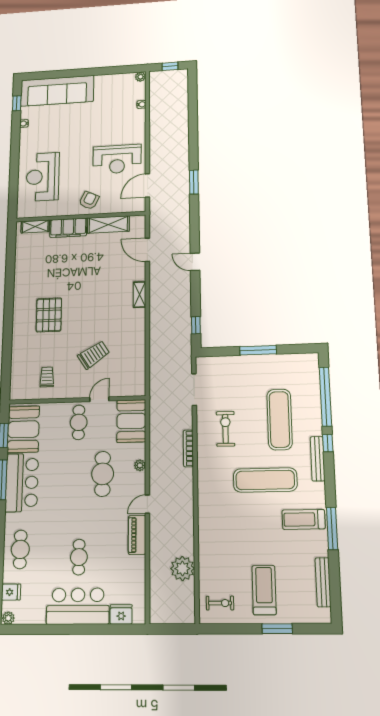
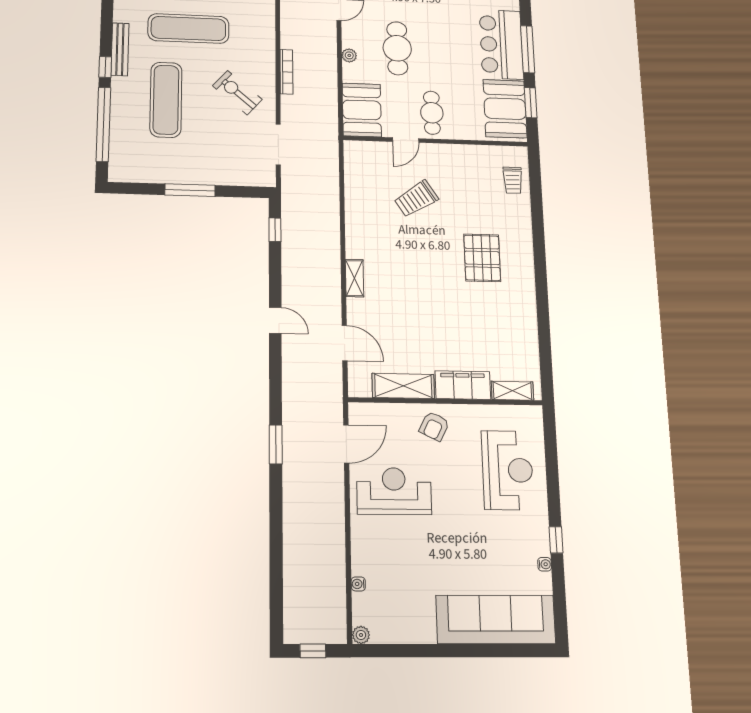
window: (17, 103) -> (556, 540), moved
trolley: (47, 377) -> (513, 180), moved
exercise bike: (225, 429) -> (237, 93), turned 131

